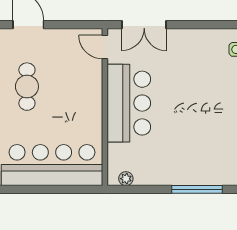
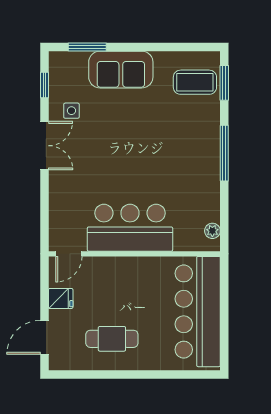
double door: (144, 25) -> (44, 146), moved
fridge: (64, 40) -> (61, 298), added

